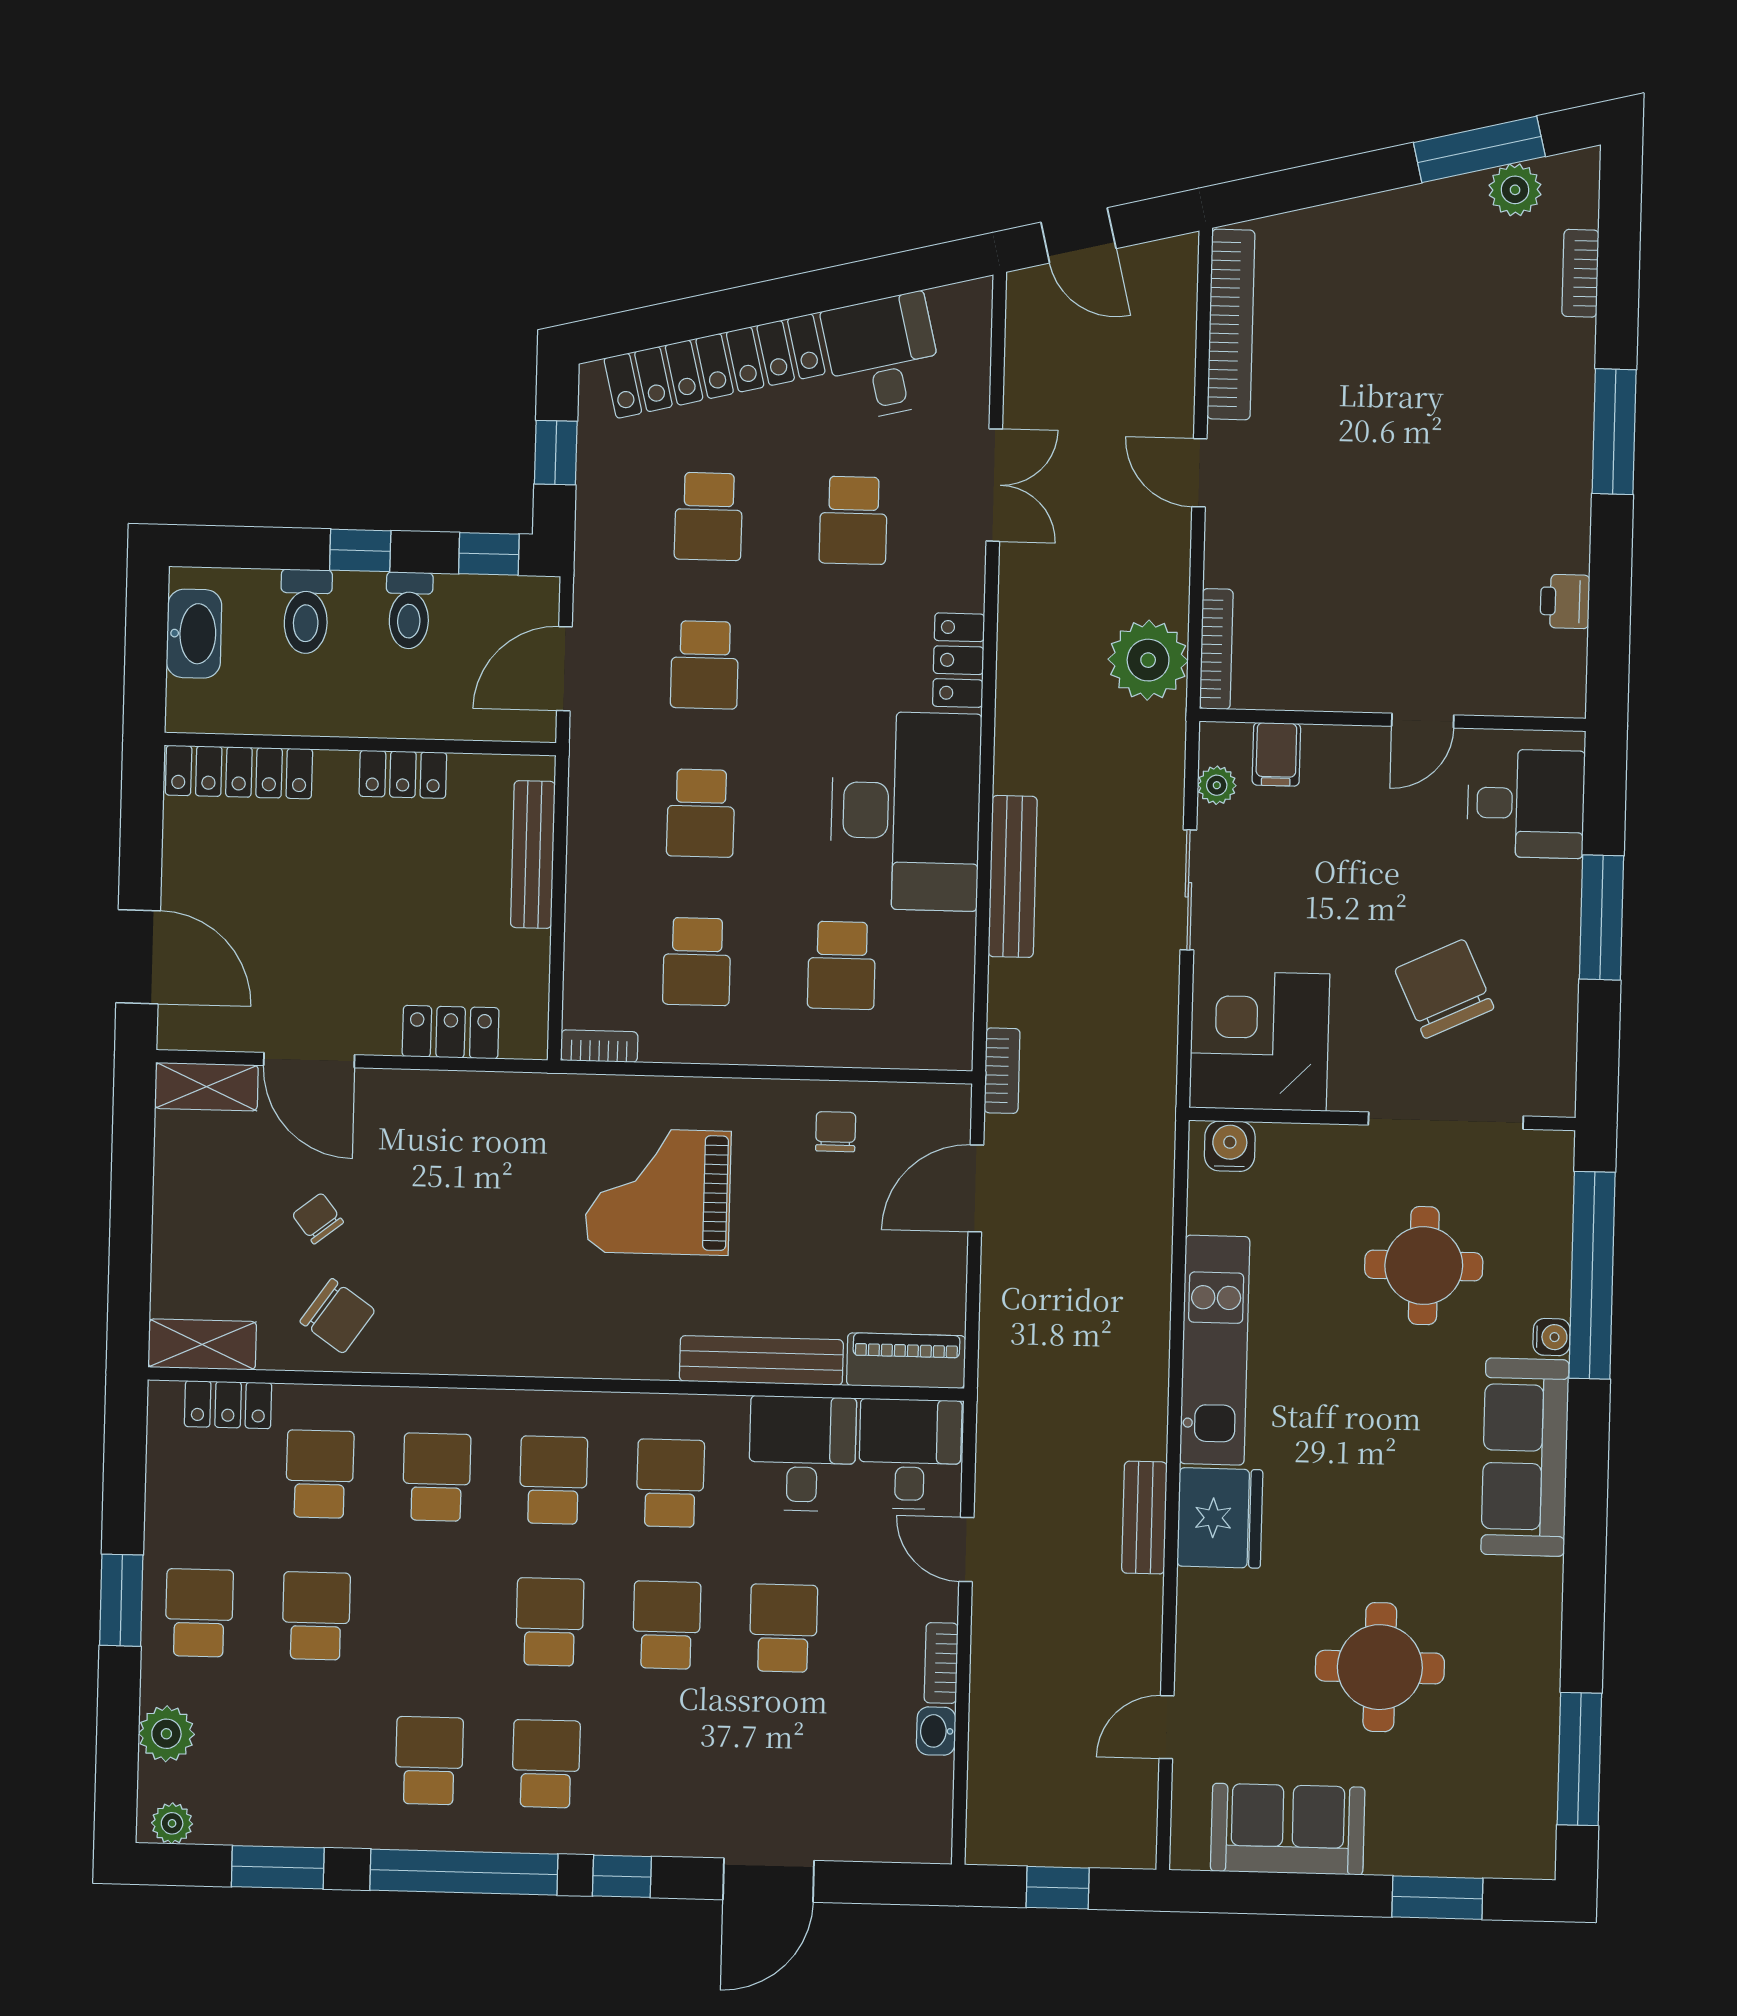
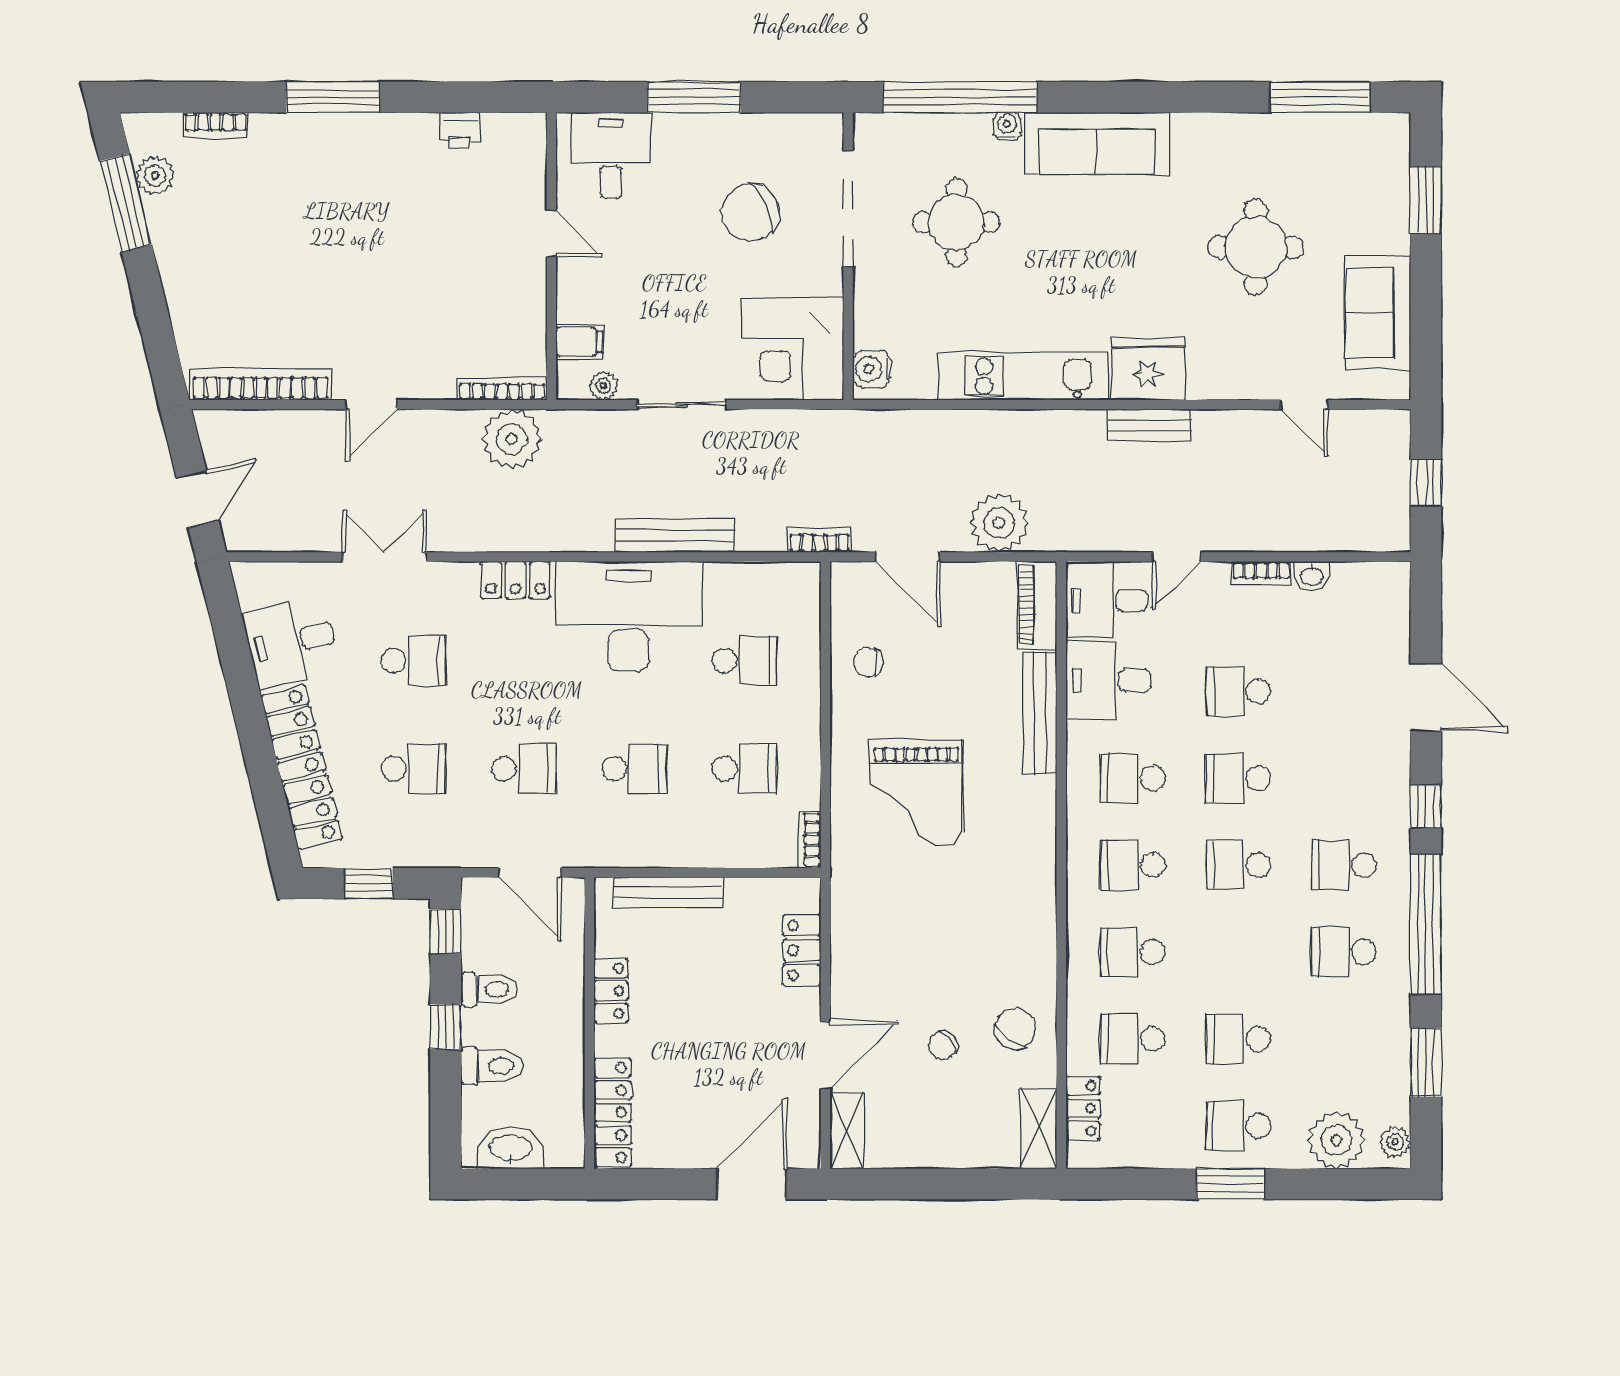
plant: (1018, 1312) -> (999, 523), added
plant: (166, 1734) -> (1336, 1140), width x1.36, depth x1.36

